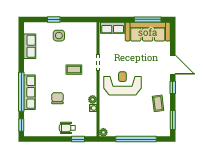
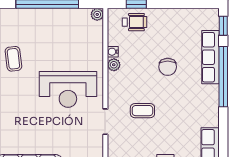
row of seats: (29, 92) -> (211, 57), moved
wheelchair: (67, 128) -> (135, 22), moved

